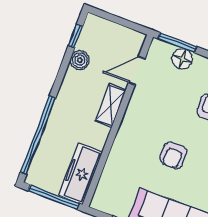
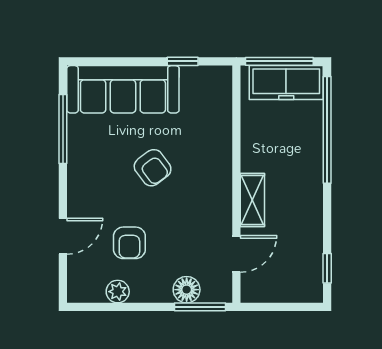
boiler: (80, 60) -> (311, 240), removed
armchair: (173, 155) -> (153, 168), turned 143
freezer: (80, 174) -> (286, 83), moved, turned 90

